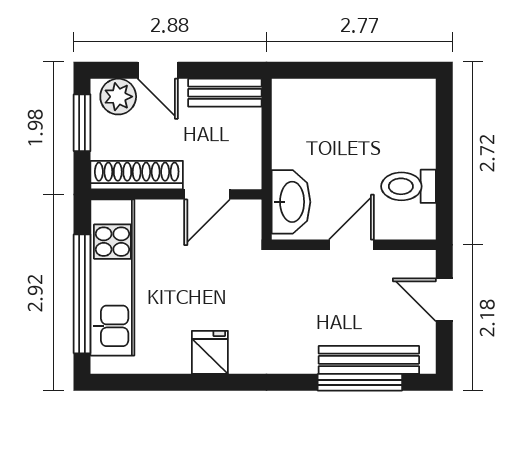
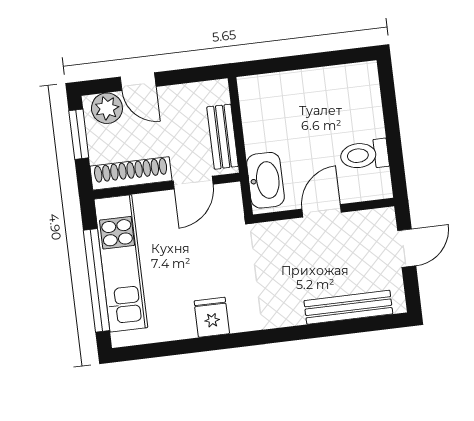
bench: (225, 93) -> (223, 137), moved, turned 90
door: (444, 300) -> (407, 248), swing flipped
window: (360, 382) -> (343, 327), removed

